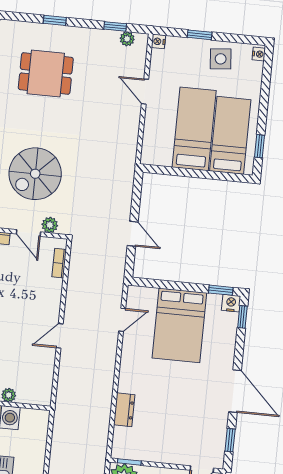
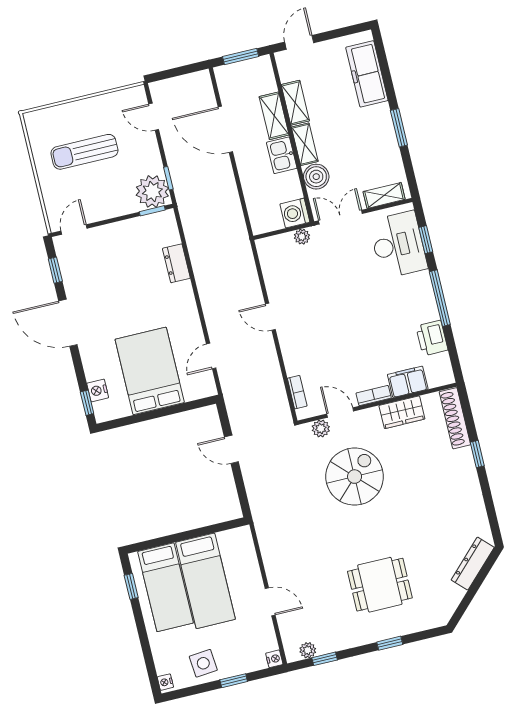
window: (221, 290) -> (119, 423), removed
nightstand: (231, 303) -> (98, 390), moved, turned 90
door: (60, 336) -> (270, 317), swing flipped

